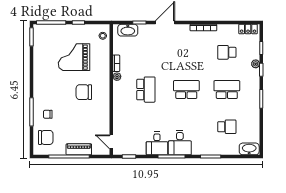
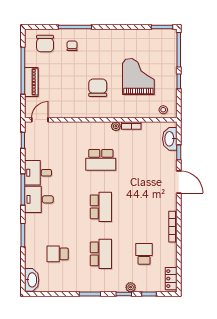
school desk: (227, 127) -> (58, 254), turned 90

